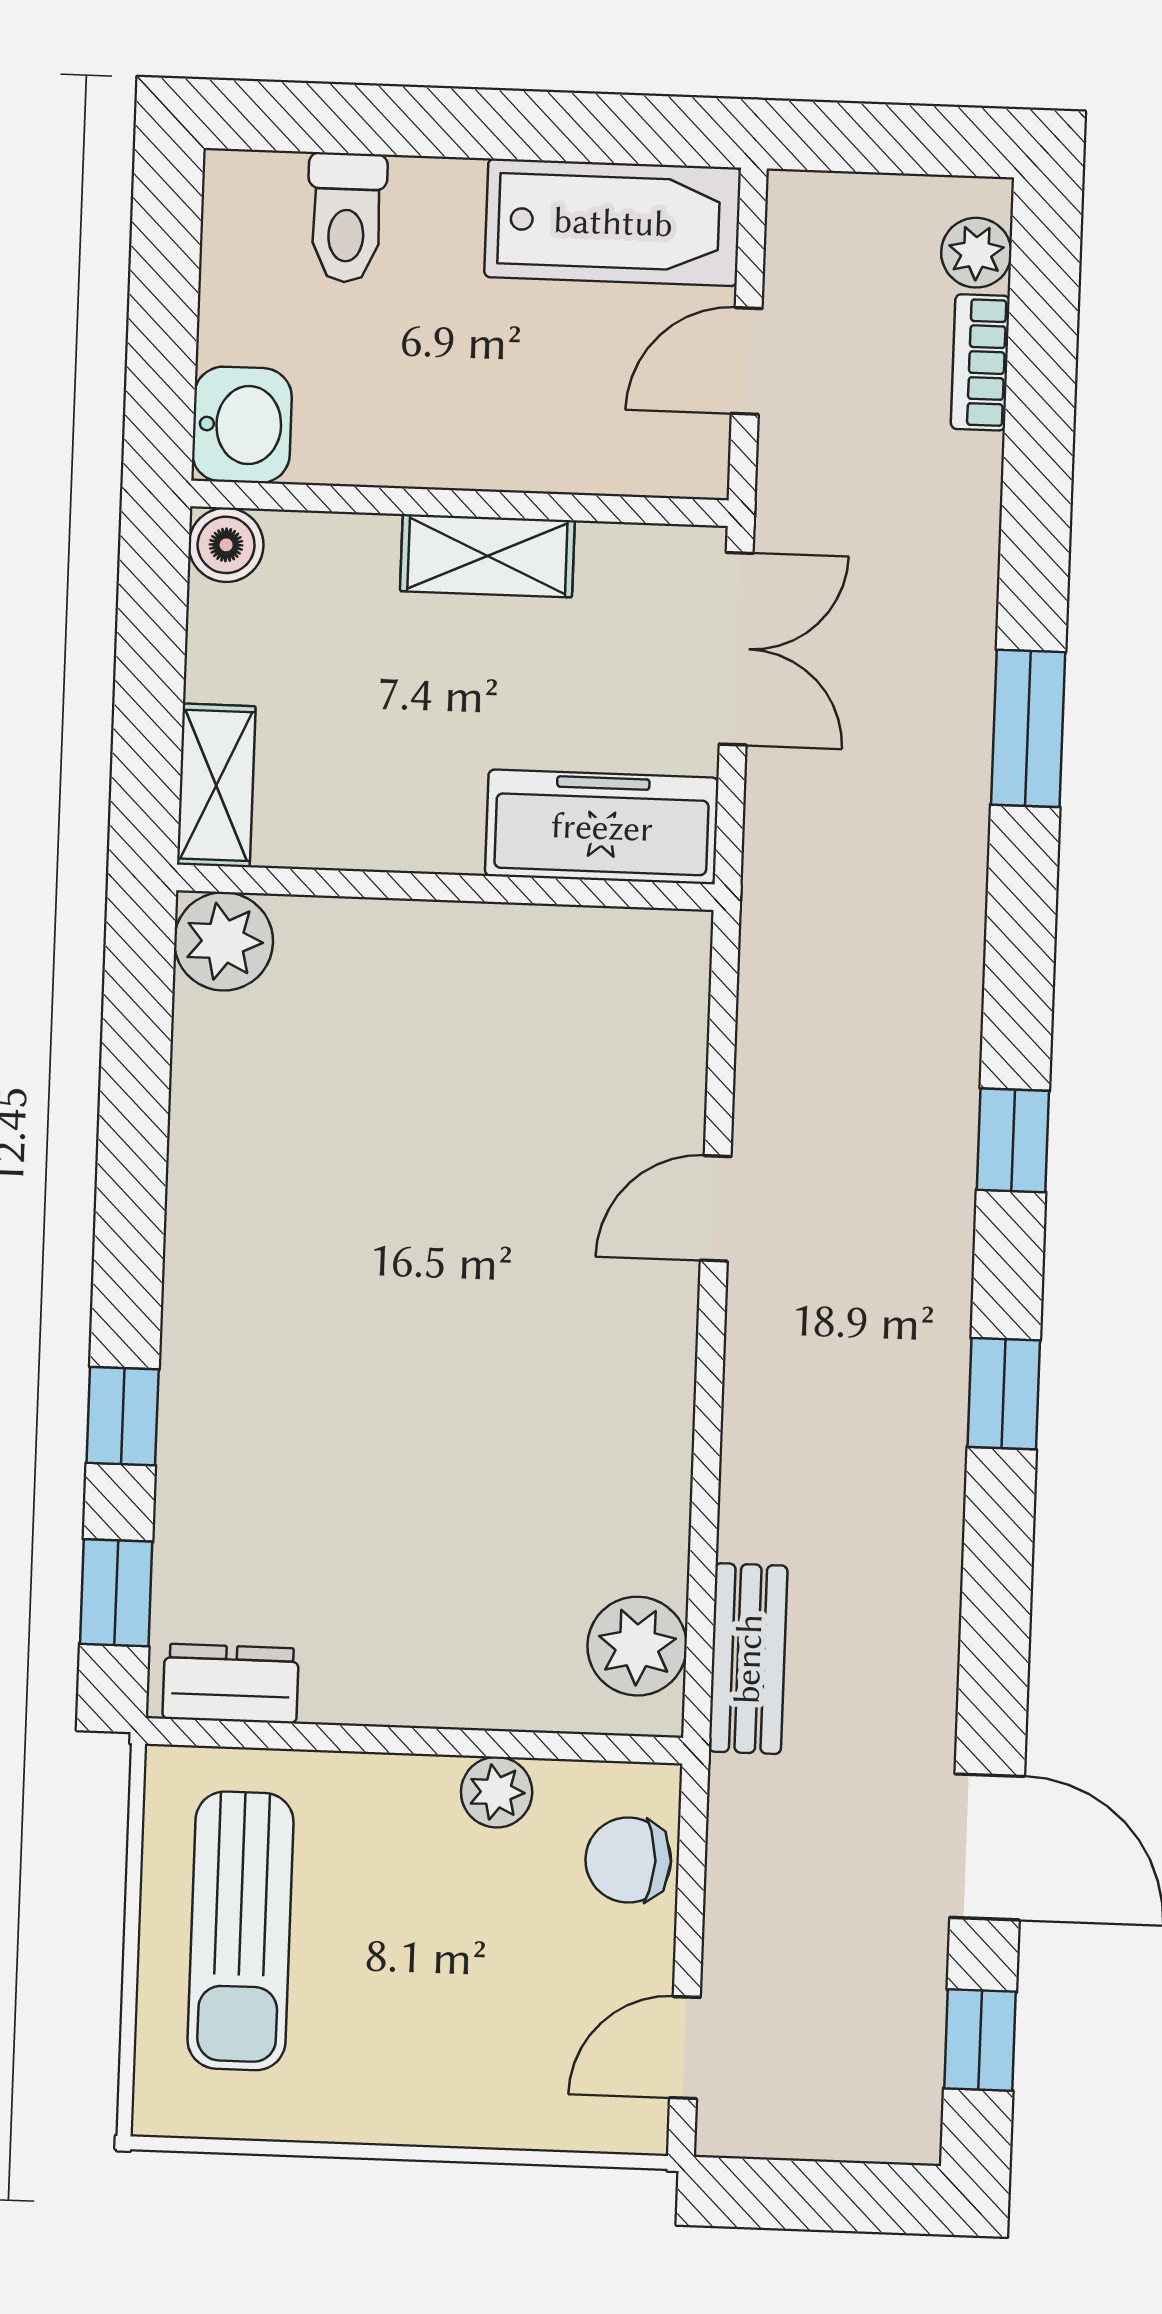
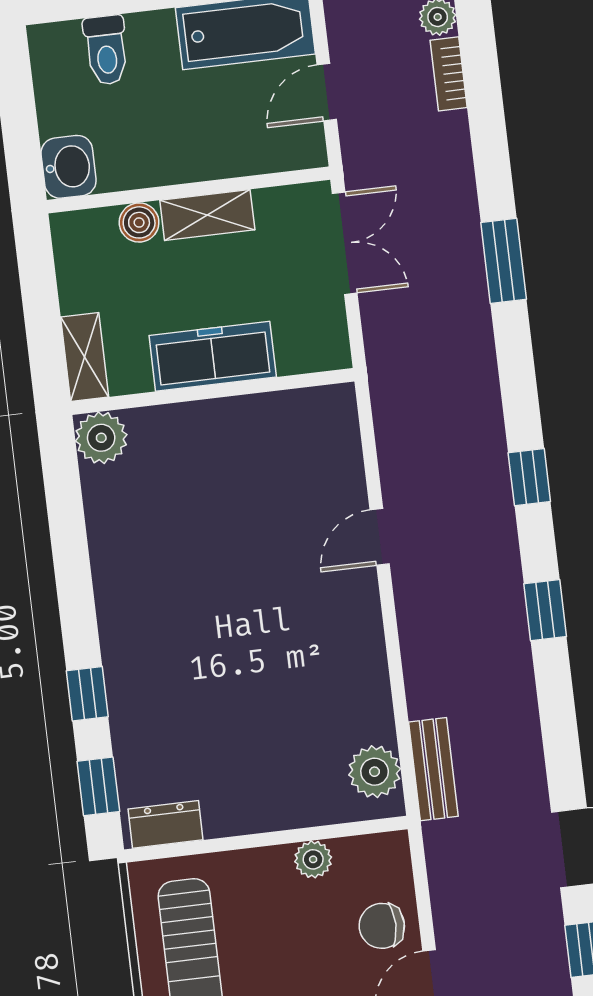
boiler: (226, 545) -> (139, 222), moved
freezer: (602, 827) -> (213, 356), moved
chair: (628, 1860) -> (382, 926), moved

